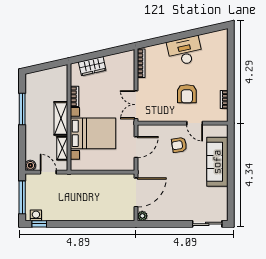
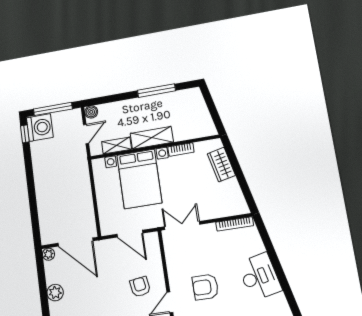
plant: (174, 214) -> (55, 293), added
washing machine: (36, 215) -> (40, 128), width x1.89, depth x1.89

